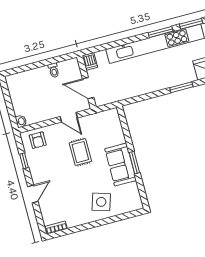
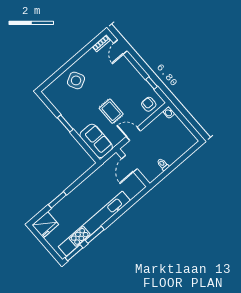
dishwasher: (90, 61) -> (138, 185), removed
door: (88, 88) -> (129, 164), swing flipped
sofa: (121, 165) -> (96, 141), moved
door: (33, 194) -> (120, 47), moved
side table: (101, 202) -> (76, 80), turned 45

